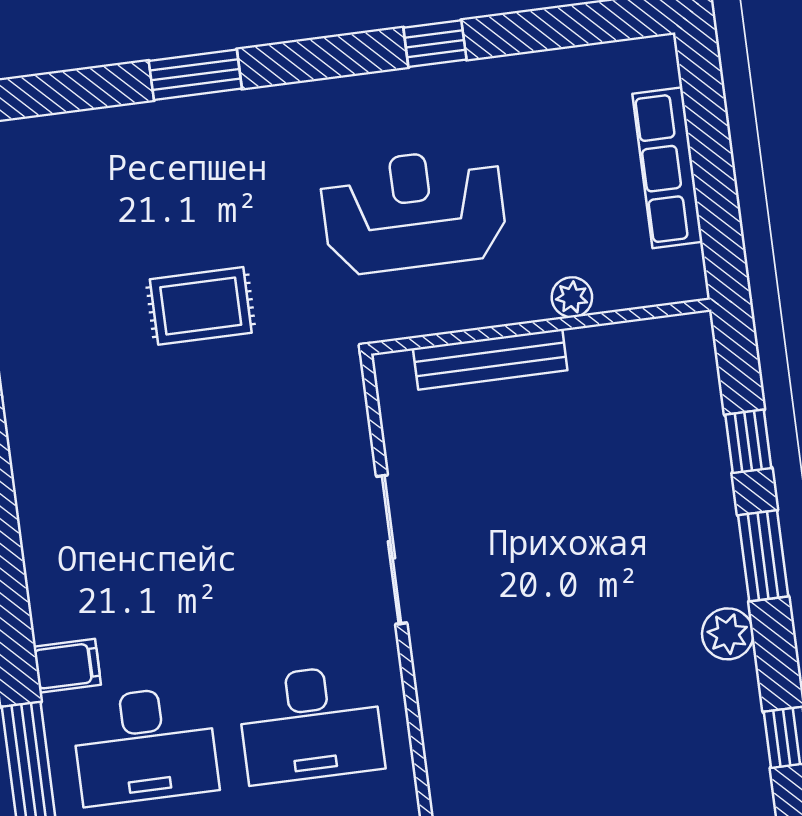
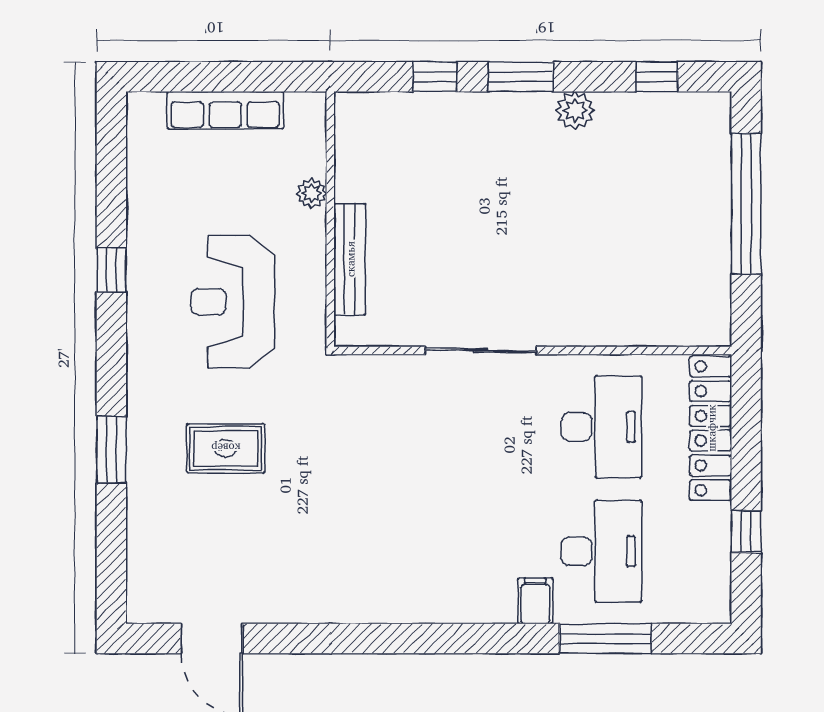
rug: (201, 306) -> (226, 448), moved, turned 90

